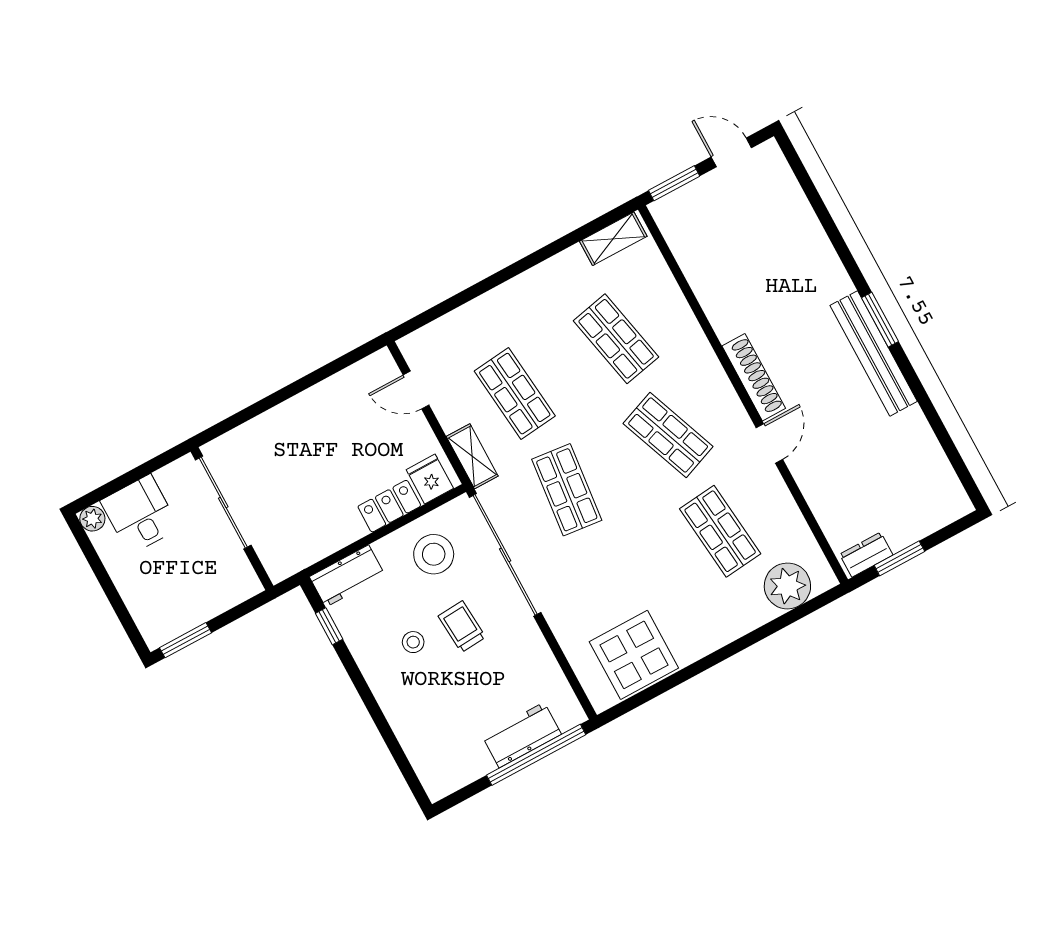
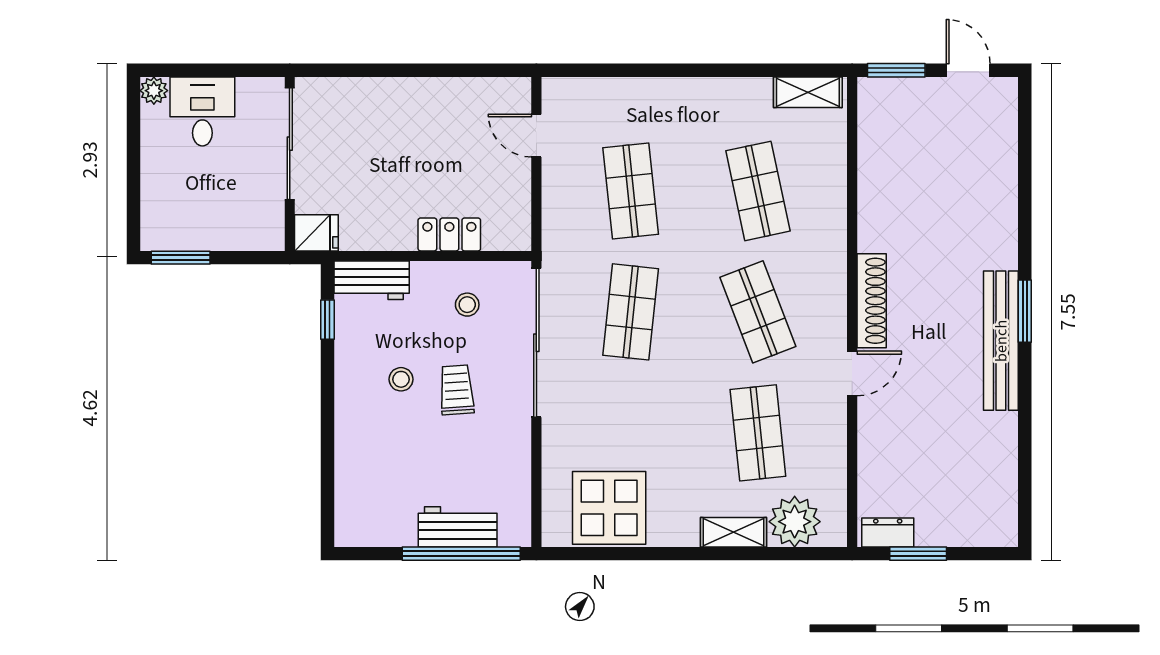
shelving: (472, 456) -> (734, 532), moved, turned 90
fridge: (430, 479) -> (316, 233), moved, turned 90
stool: (434, 554) -> (467, 305), width x0.53, depth x0.53

